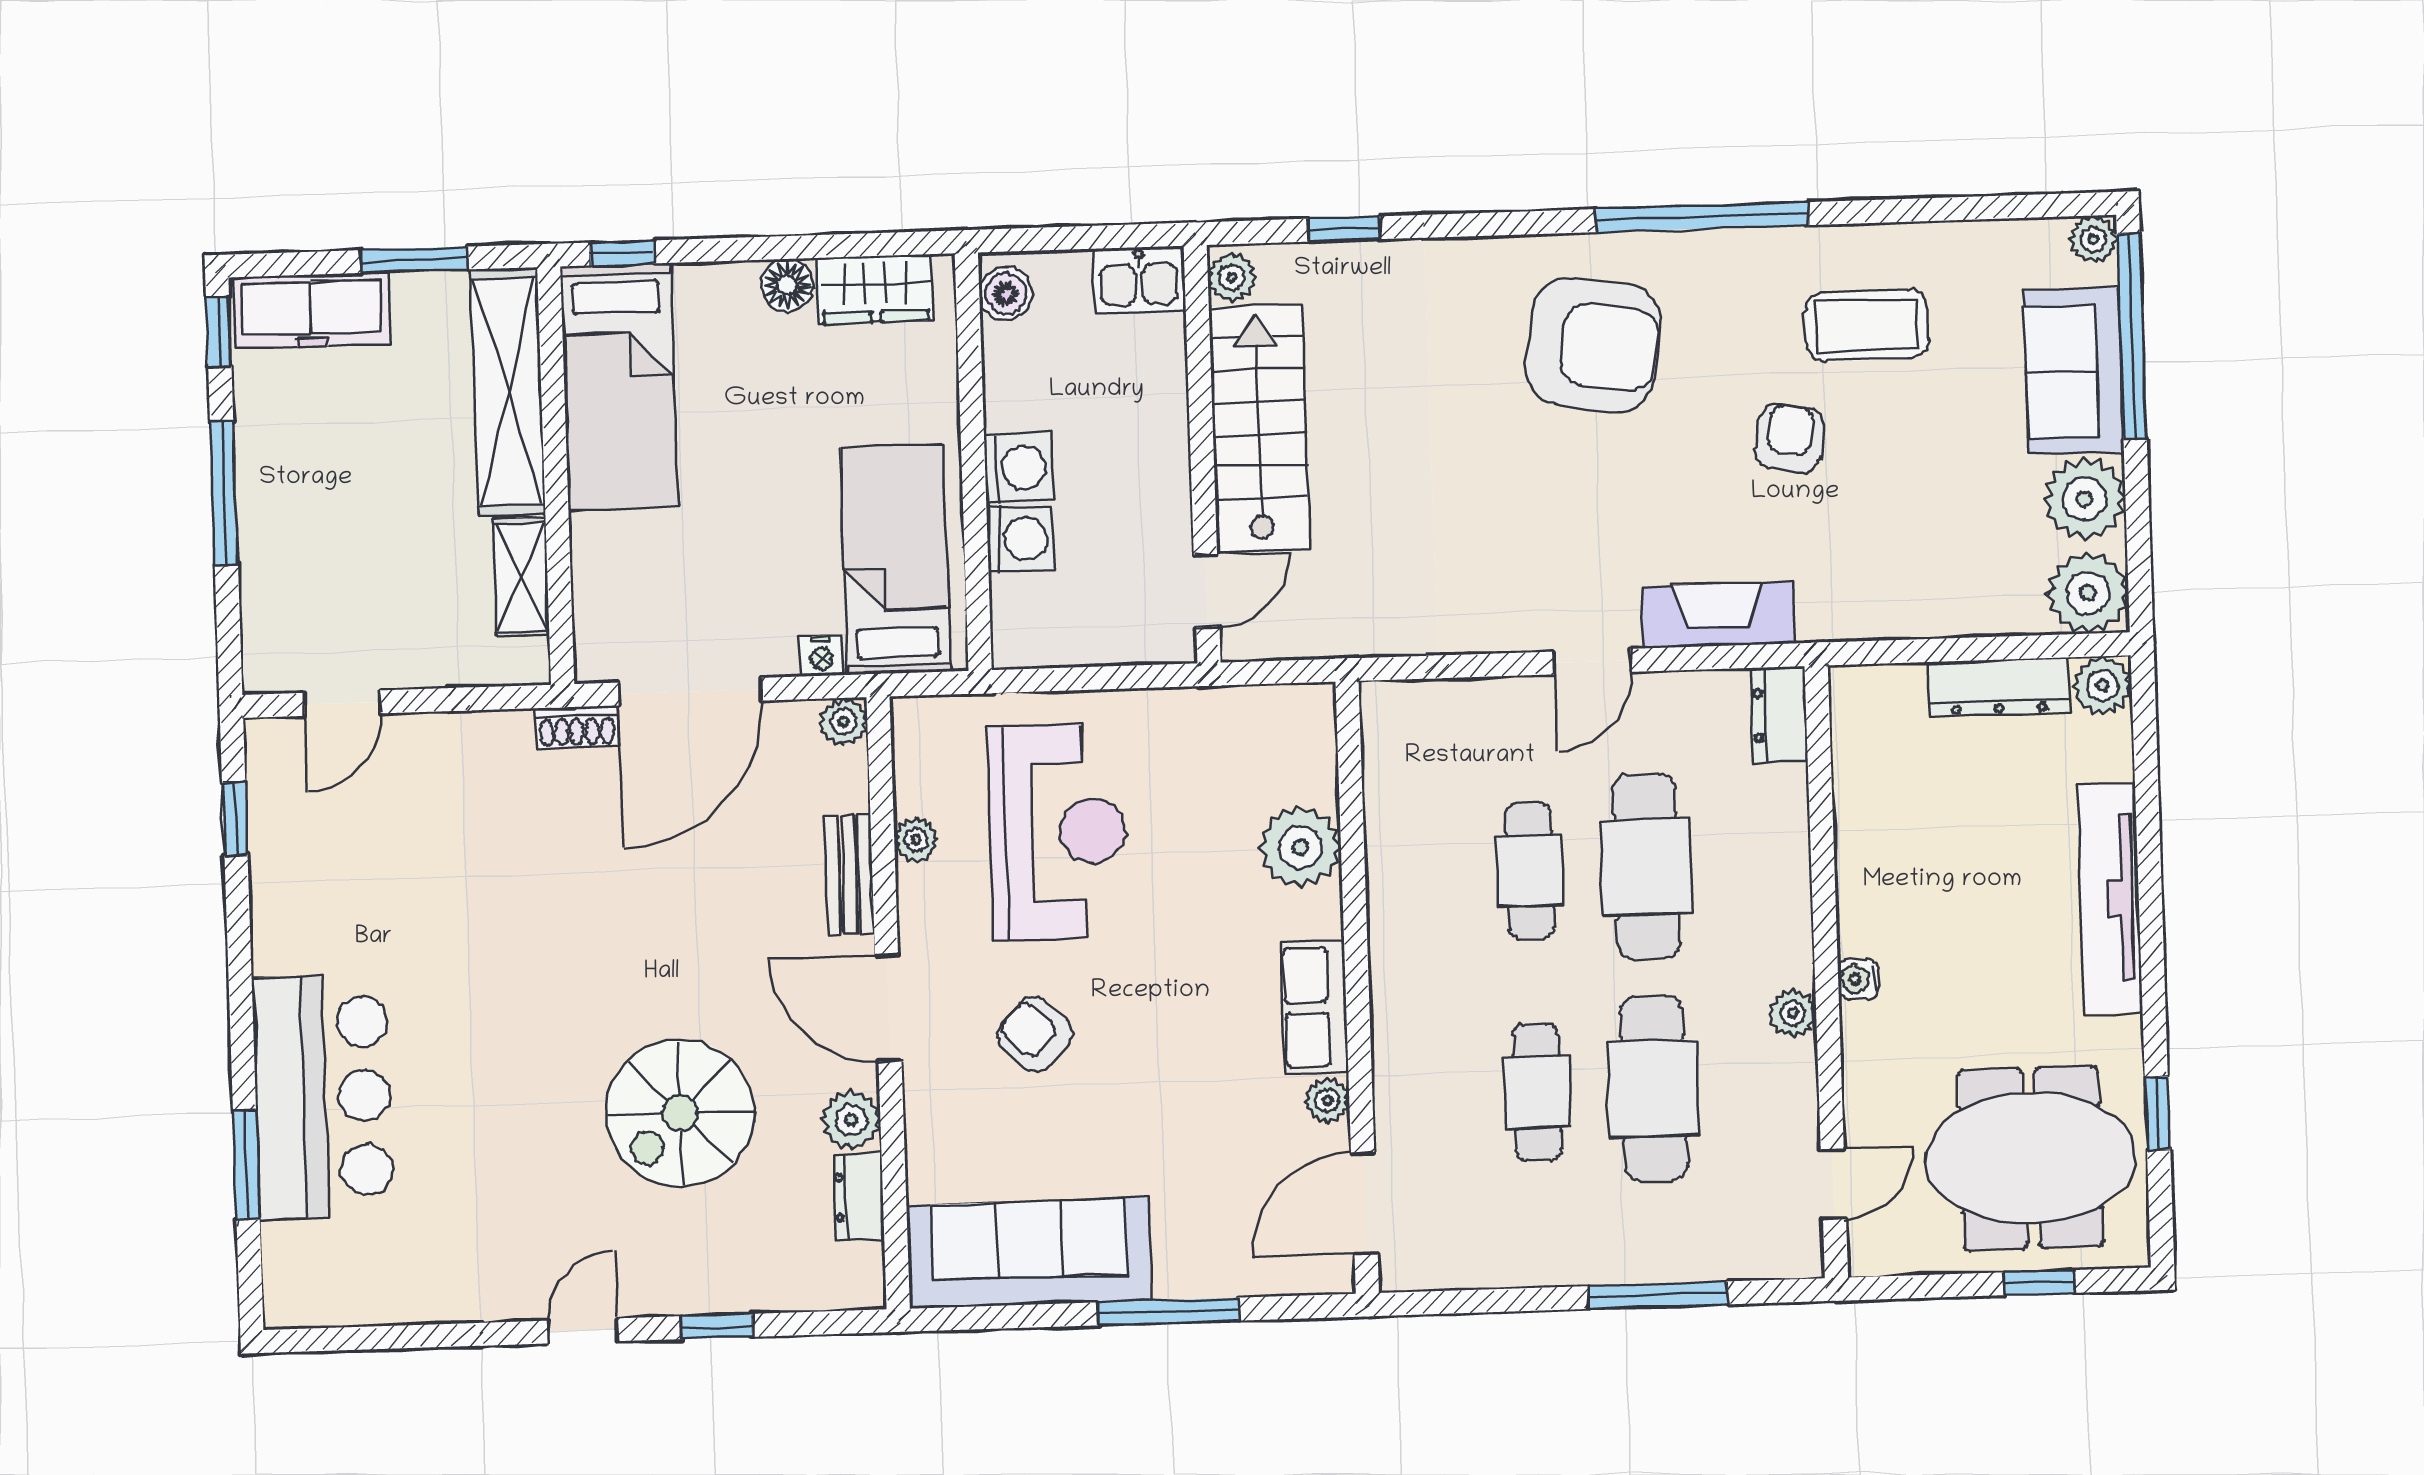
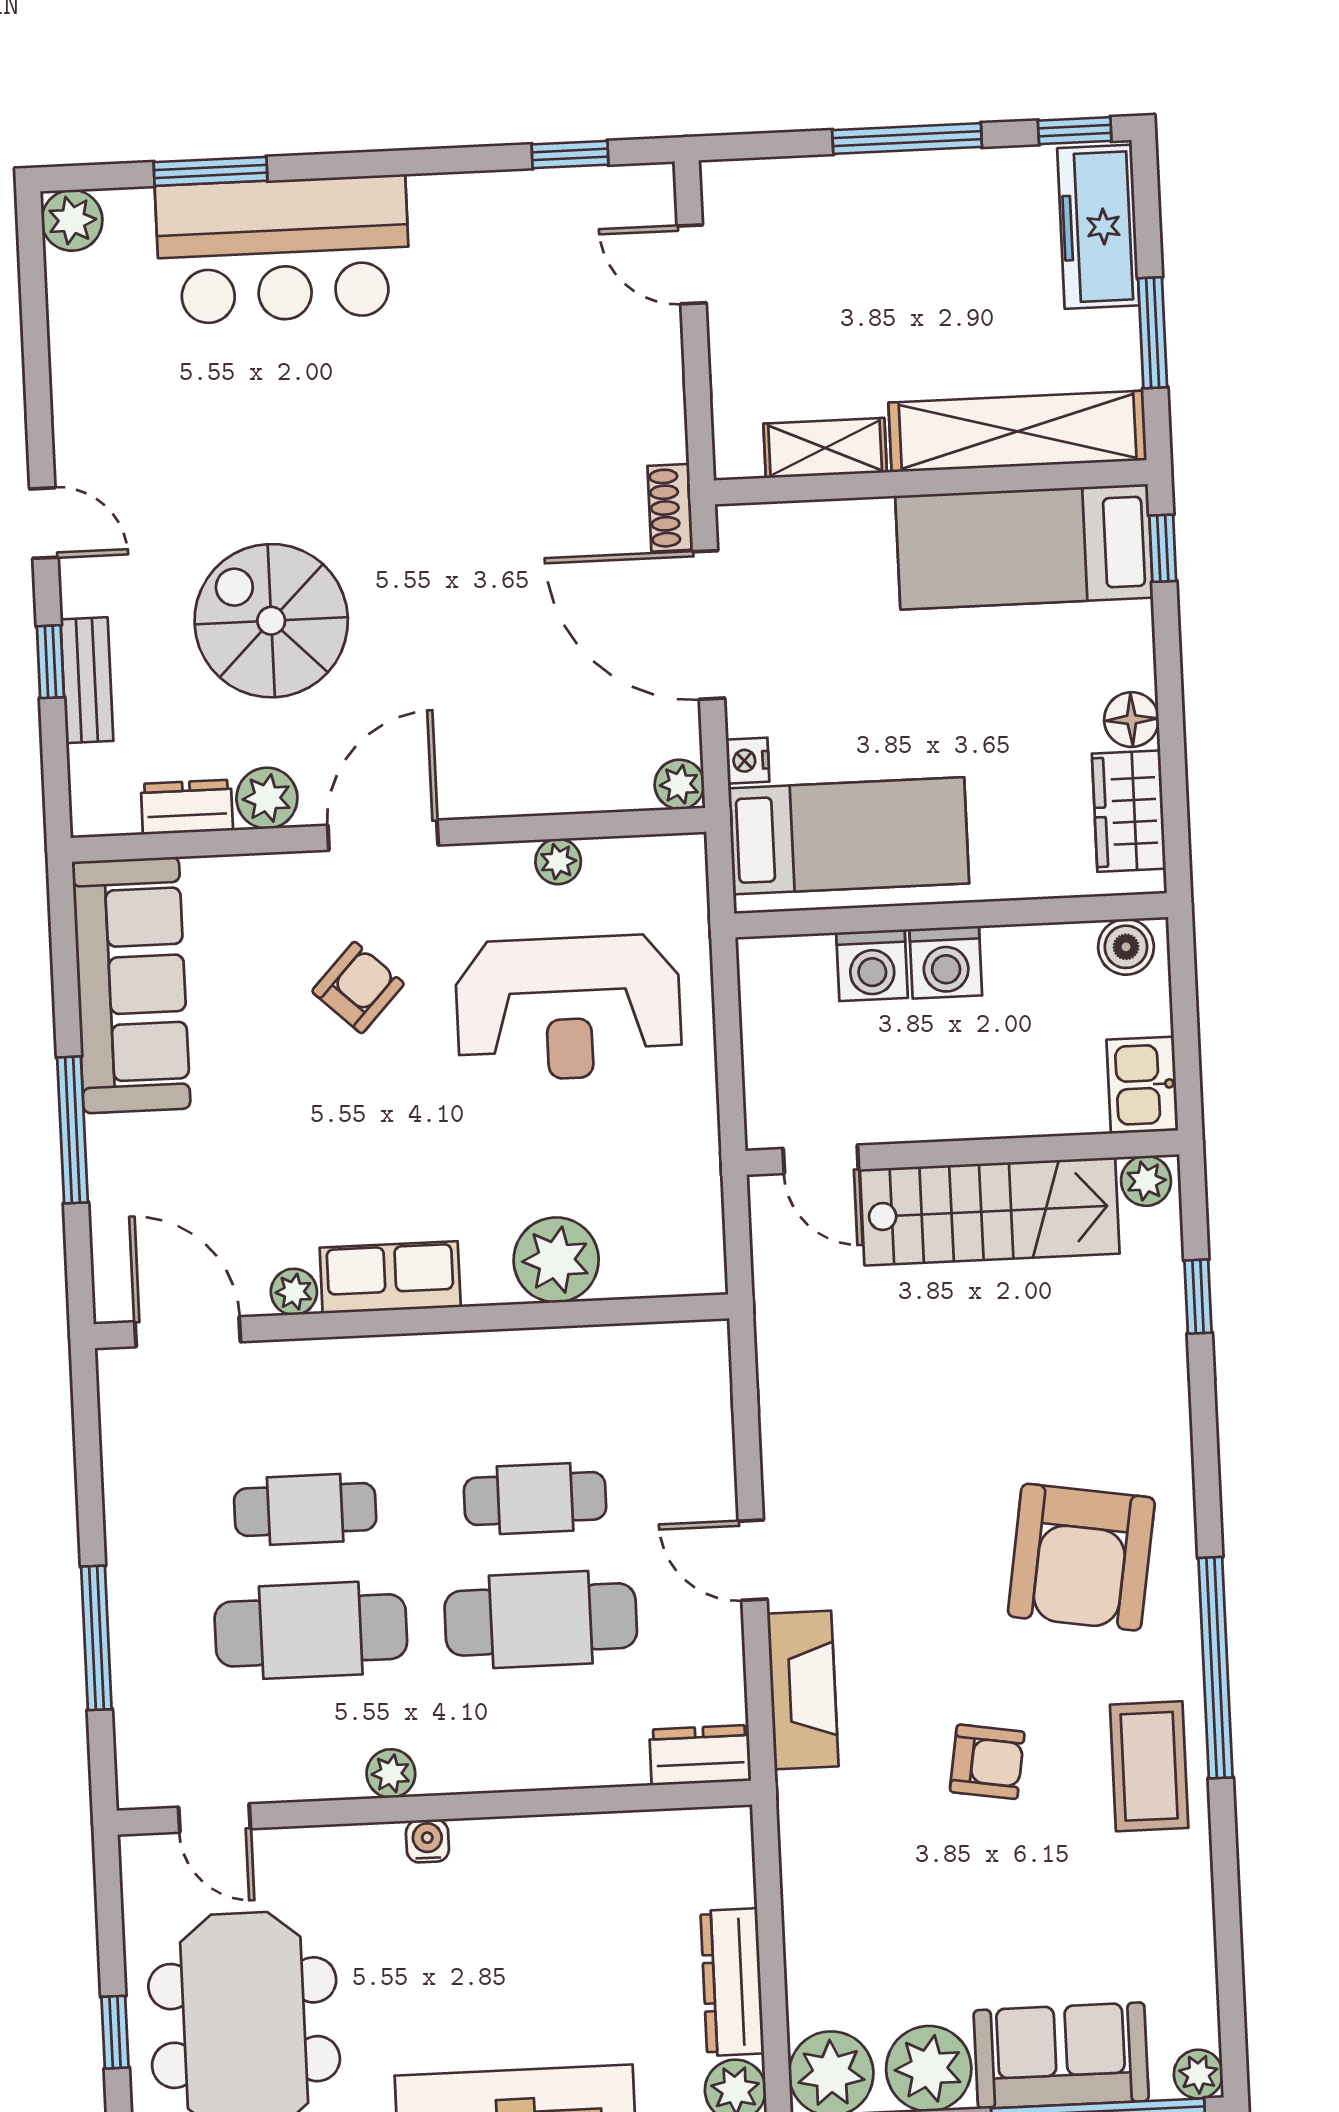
coffee table: (1867, 325) -> (1149, 1766), moved
bench: (850, 875) -> (87, 680), moved, turned 90
plant: (292, 1300) -> (72, 220), added

